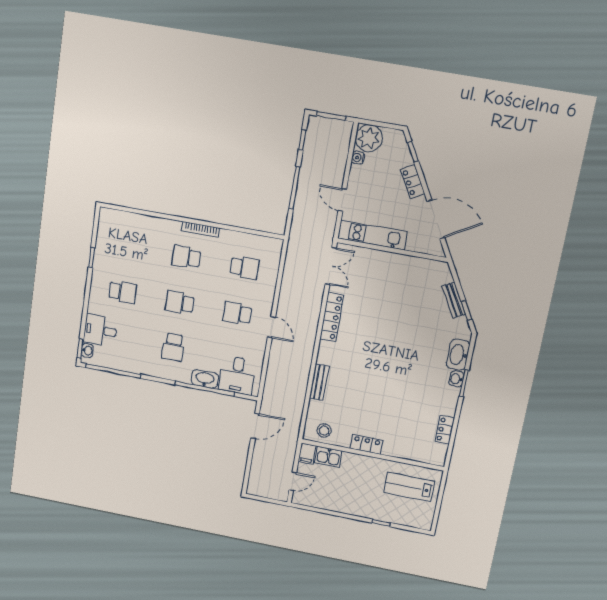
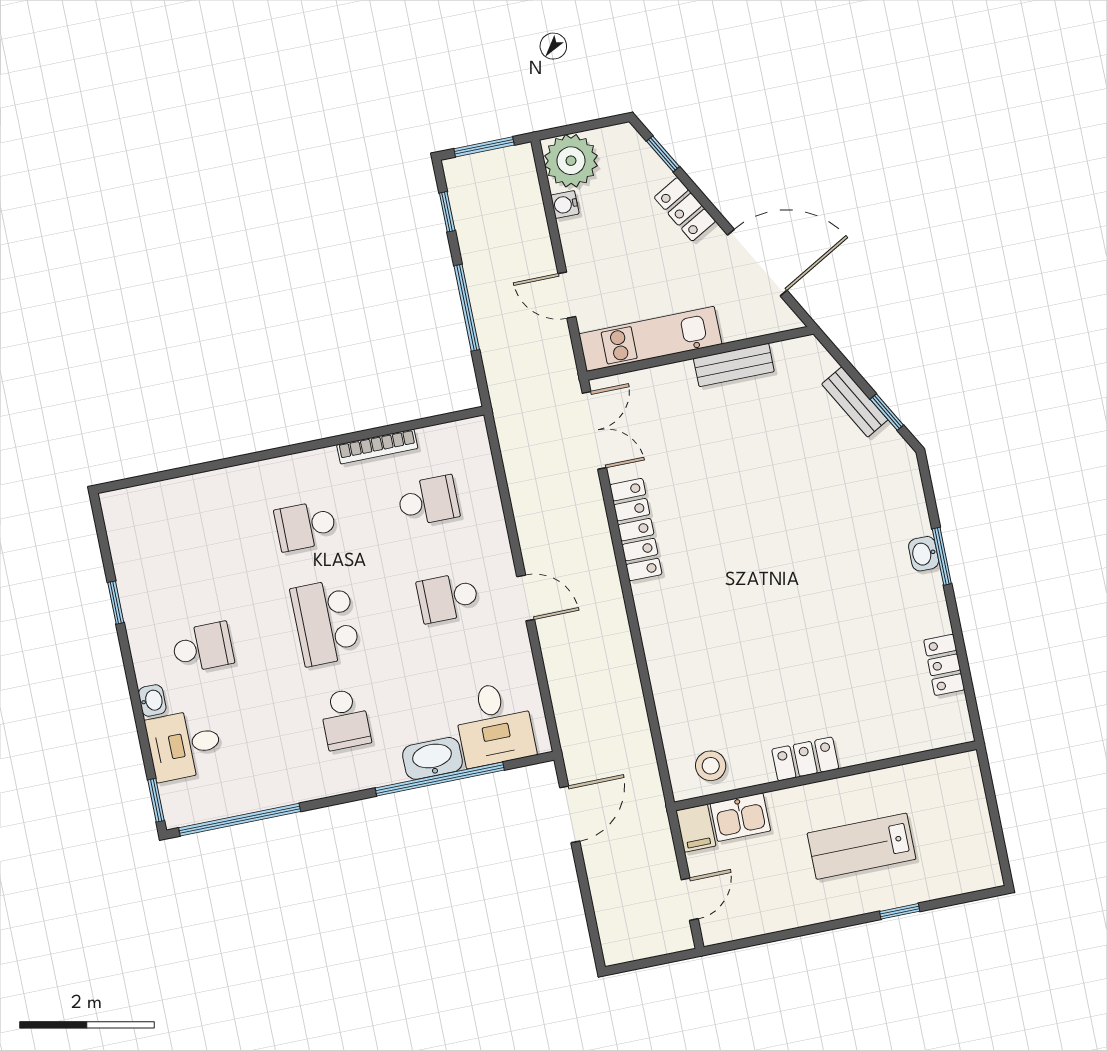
bookcase: (201, 229) -> (377, 447), moved
school desk: (180, 303) -> (325, 622), width x1.85
washbasin: (87, 350) -> (152, 700), moved
washbasin: (458, 355) -> (907, 505), removed
bench: (319, 382) -> (734, 365), moved, turned 90
lab bench: (409, 487) -> (861, 846), moved

